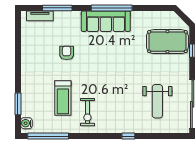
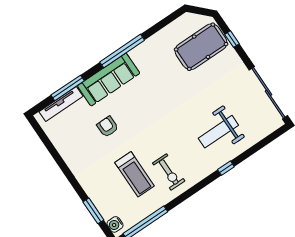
tv unit: (40, 16) -> (61, 104), width x1.41
sofa: (106, 21) -> (109, 80), moved
weight bench: (157, 101) -> (218, 132), moved, turned 90

